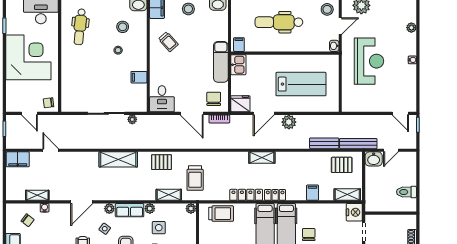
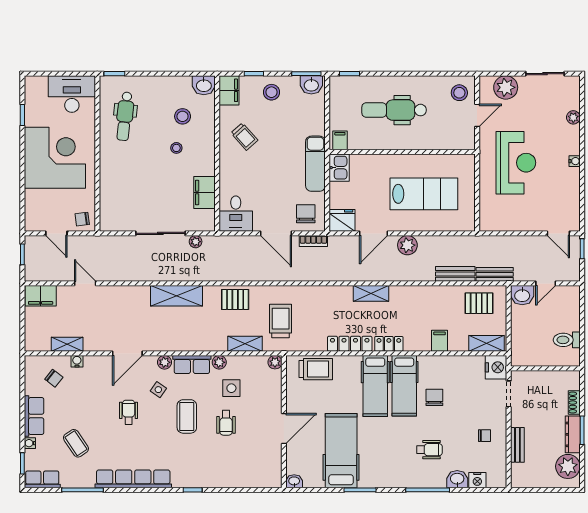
washbasin: (334, 46) -> (469, 142), removed
filing cabinet: (139, 77) -> (205, 192), width x2.00
bench: (358, 144) -> (495, 274), width x0.73
trolley: (195, 178) -> (281, 321), turned 180

